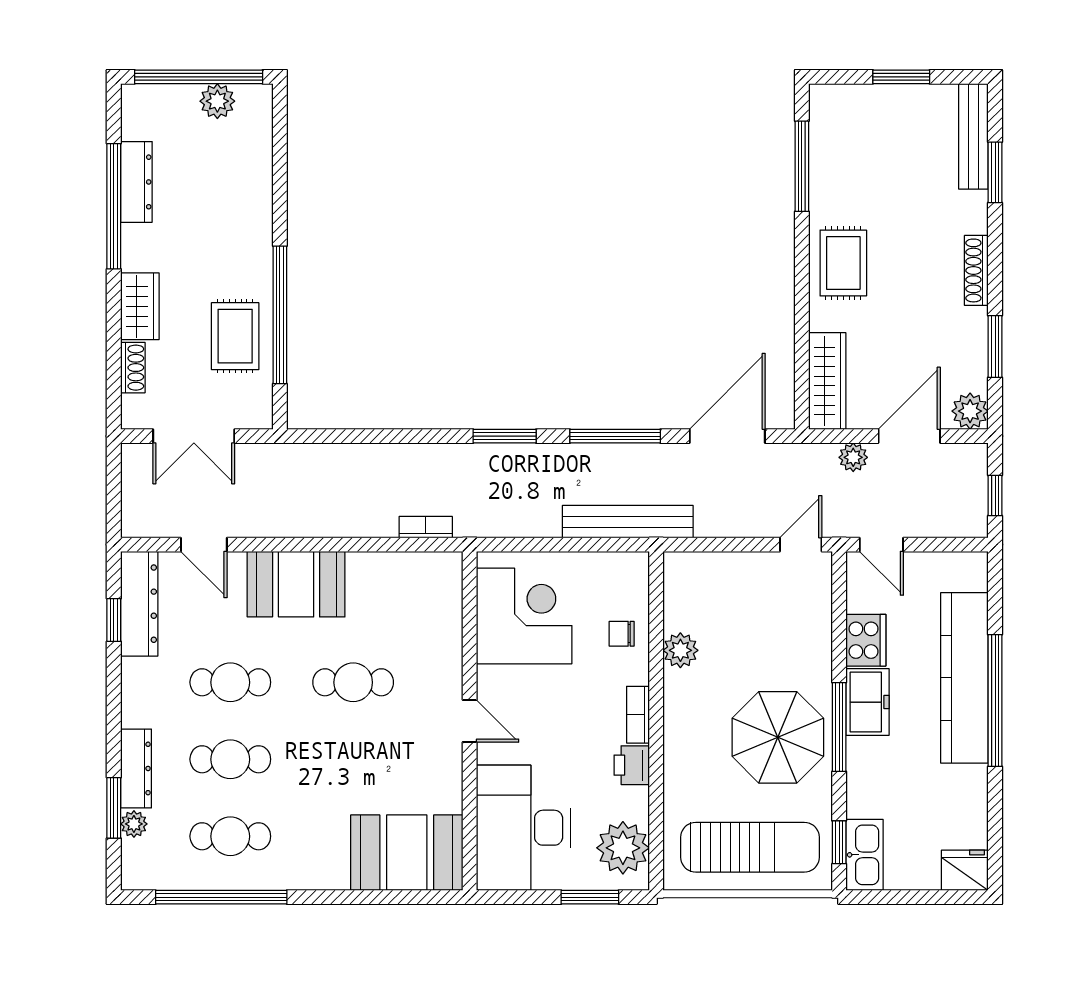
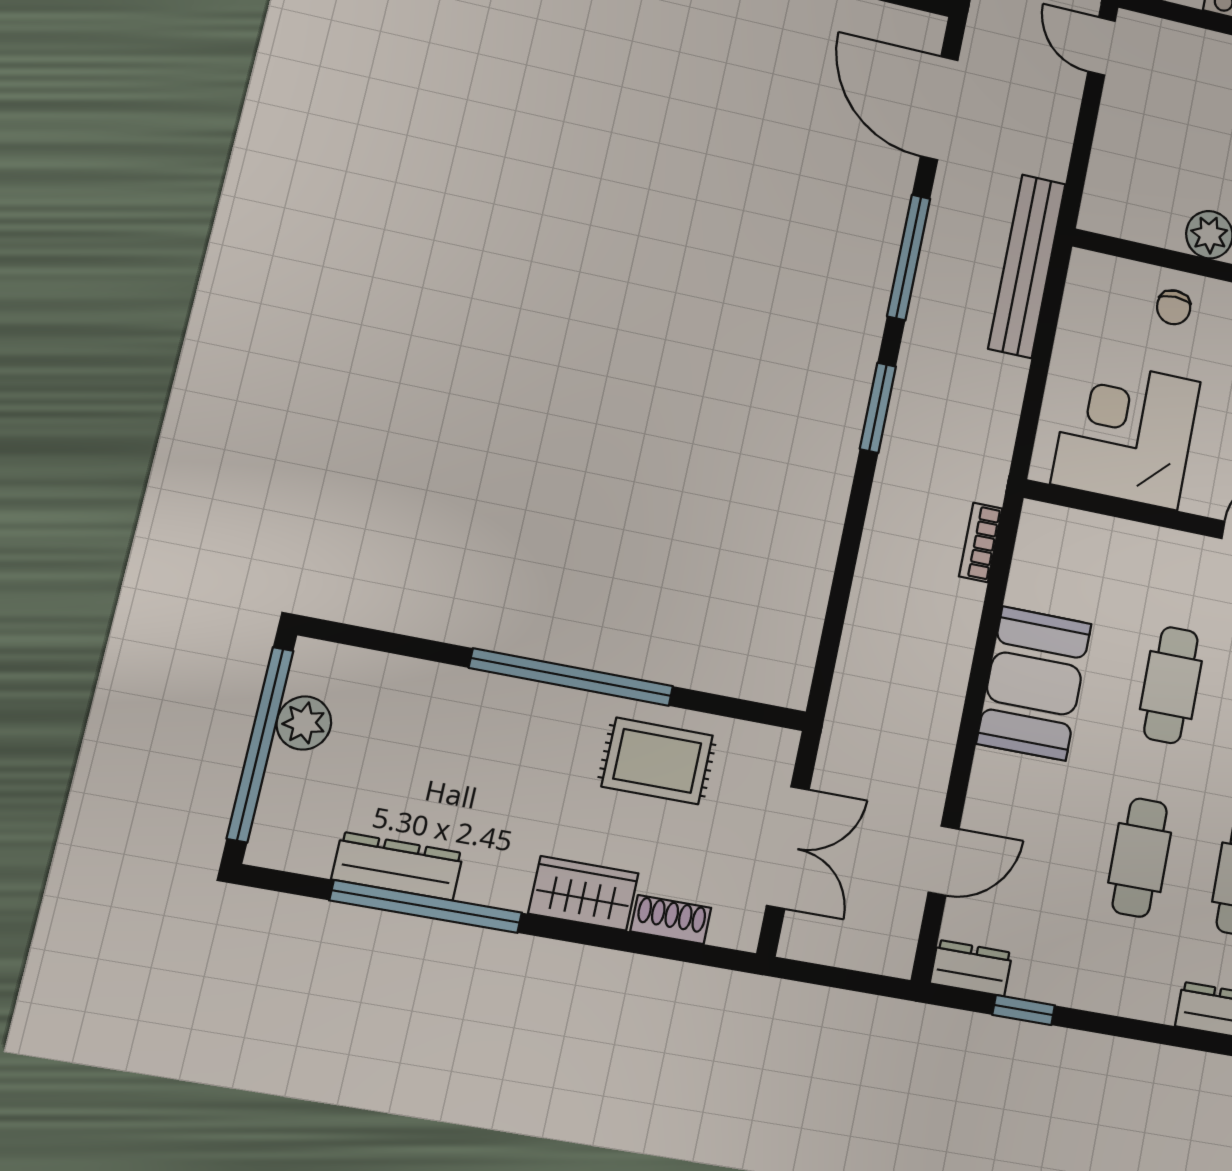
window: (280, 315) -> (571, 677), moved
booth: (296, 584) -> (1034, 683), moved
dresser: (139, 604) -> (971, 968), width x0.51, depth x0.80

